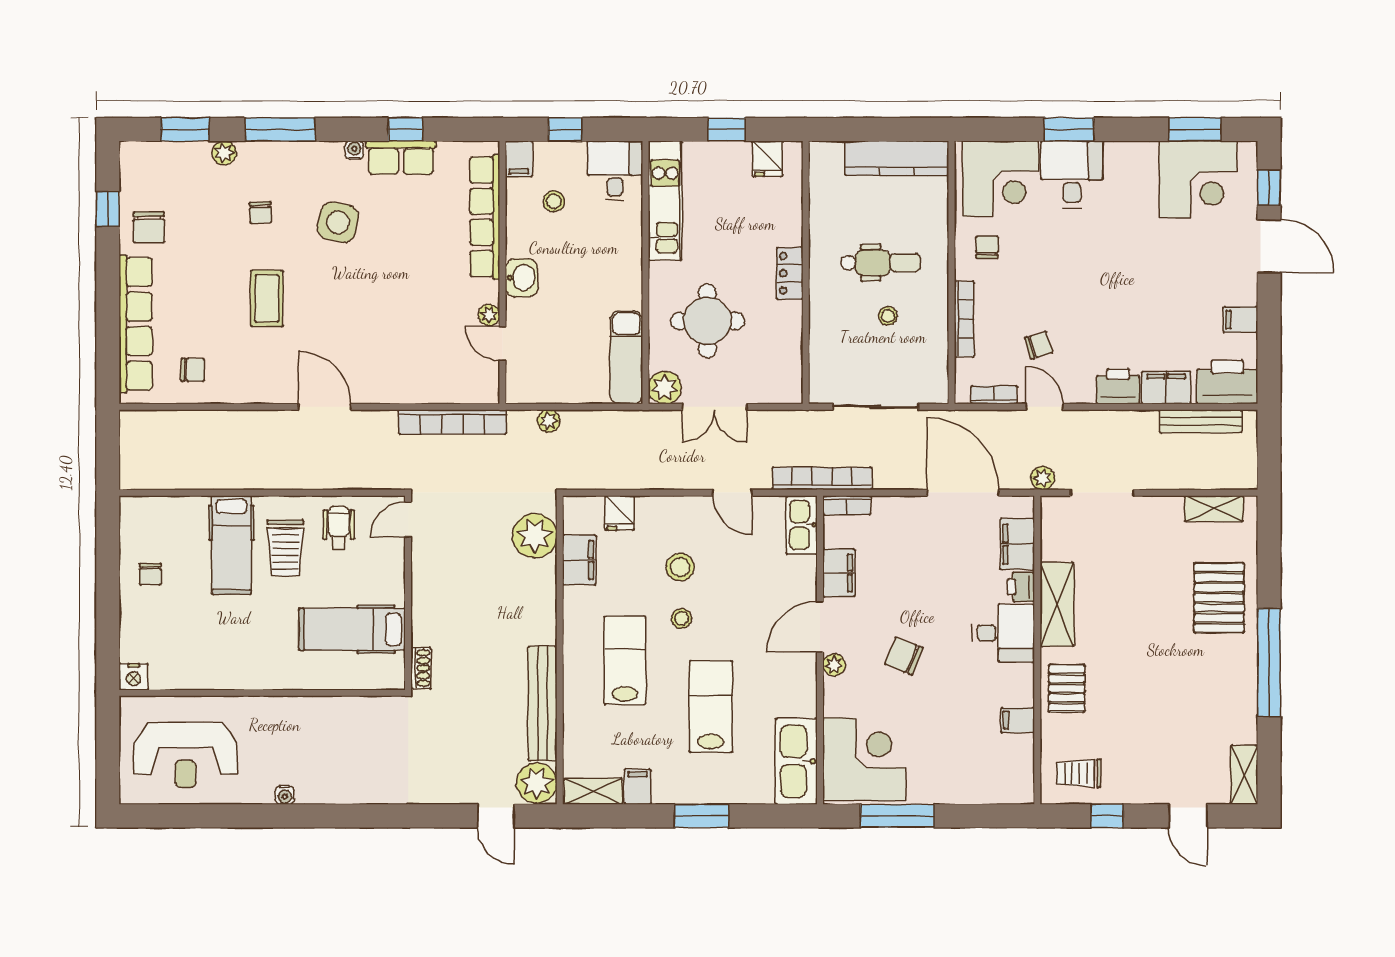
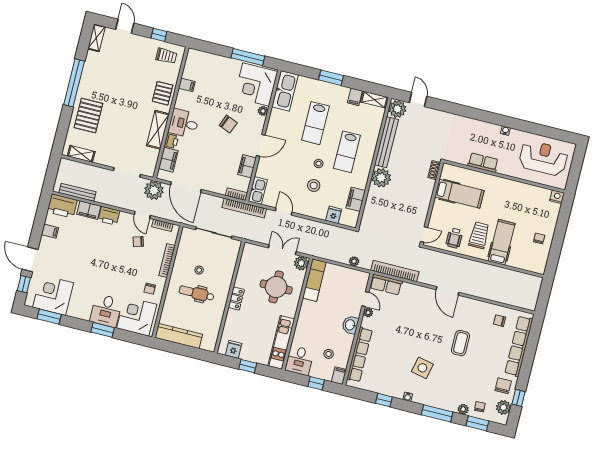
row of seats: (401, 158) -> (386, 284), moved, turned 180
plant: (136, 179) -> (503, 407), added
chair: (261, 213) -> (480, 407), moved
plant: (1043, 478) -> (154, 190), width x1.87, depth x1.87
plant: (535, 536) -> (381, 178), moved
plant: (834, 665) -> (263, 111), moved
row of seats: (317, 712) -> (483, 163), added

